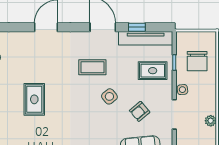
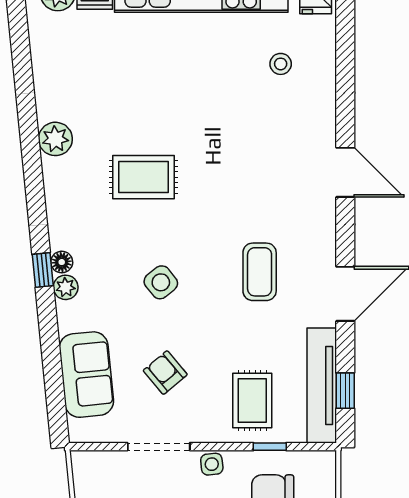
window: (137, 27) -> (345, 391), moved
side table: (109, 96) -> (161, 282), moved
rug: (34, 99) -> (144, 177), moved

